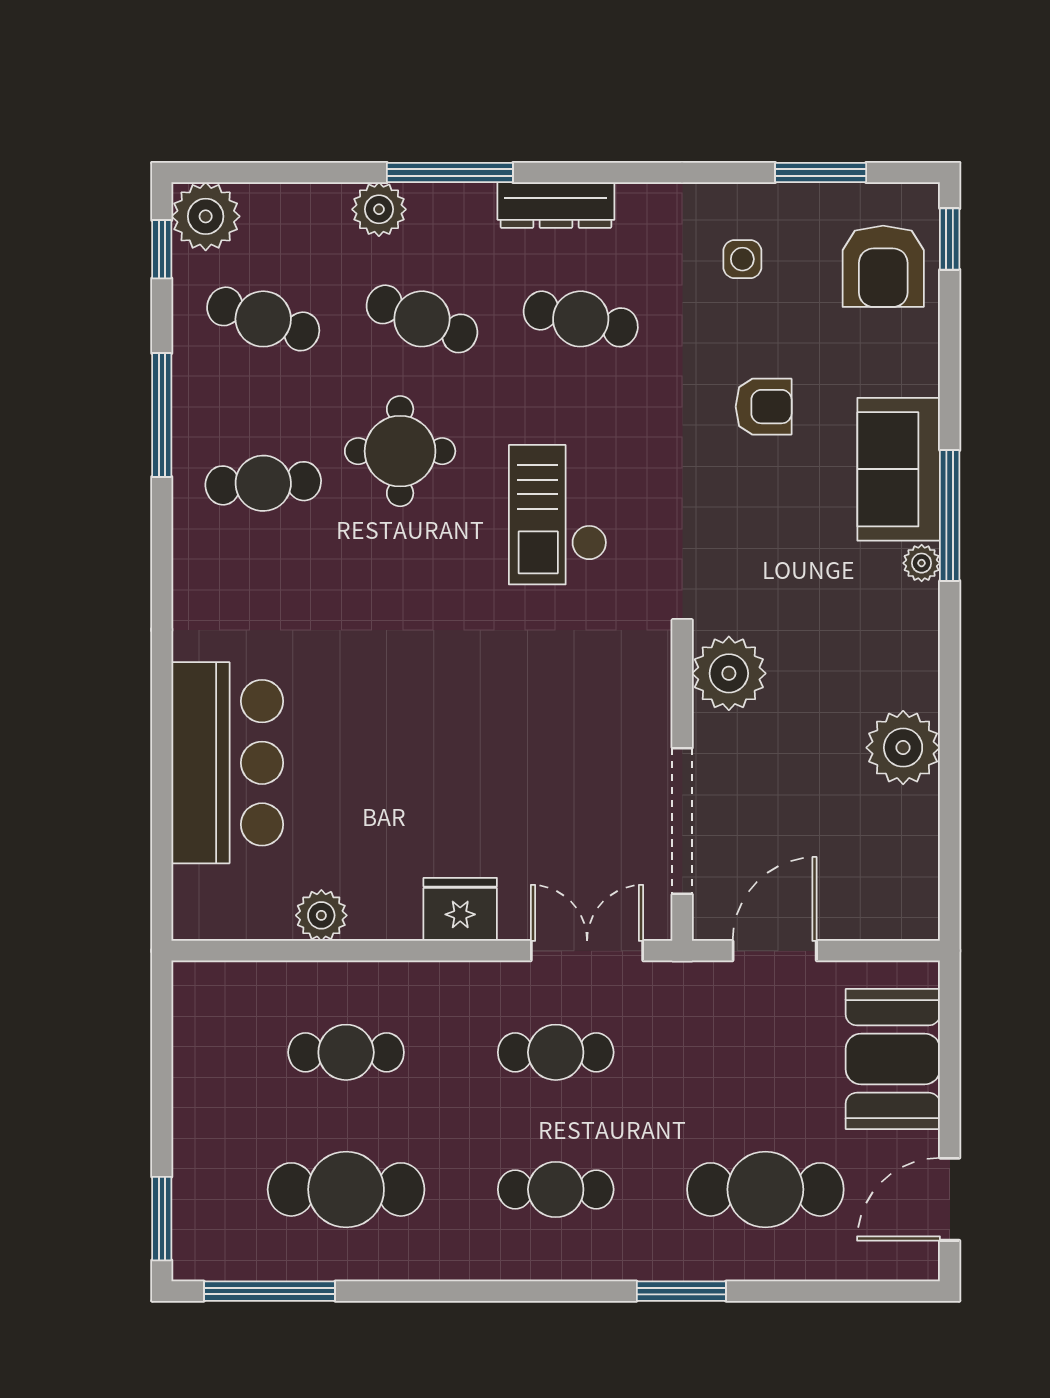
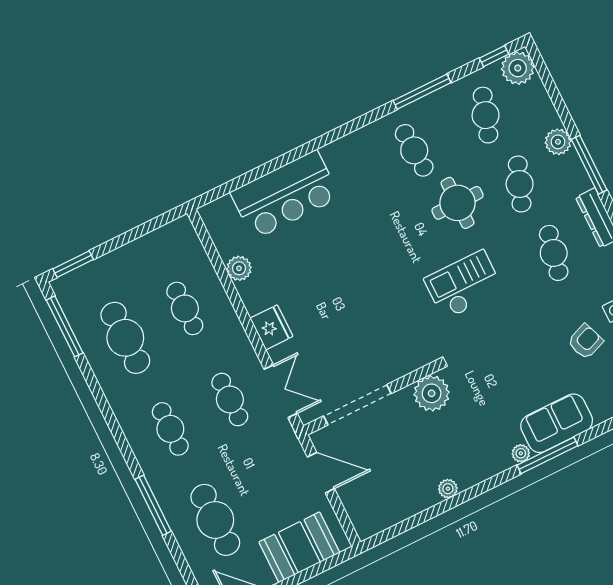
armchair: (764, 407) -> (585, 342), moved, turned -111
plant: (903, 748) -> (448, 489), width x0.53, depth x0.53
window: (681, 1291) -> (153, 505), width x1.44

